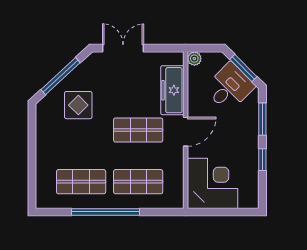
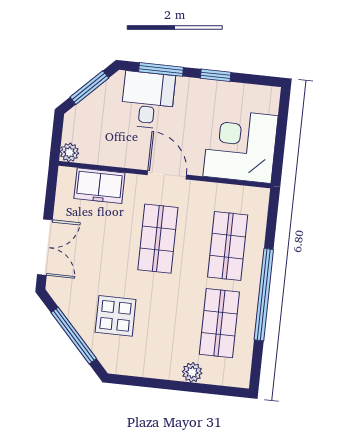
double door: (123, 48) -> (45, 247), swing flipped
desk: (229, 87) -> (148, 100), moved, turned 45
freezer: (172, 90) -> (99, 186), width x0.71
plant: (43, 166) -> (192, 372), added

